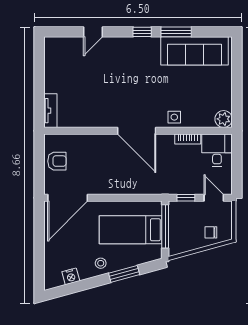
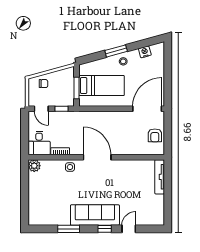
window: (142, 32) -> (105, 229), moved
sofa: (195, 51) -> (95, 215), moved
tv unit: (50, 111) -> (160, 177), width x1.41
armchair: (57, 161) -> (155, 135), turned -90
window: (165, 226) -> (77, 88), width x0.69
window: (124, 274) -> (116, 51), moved

